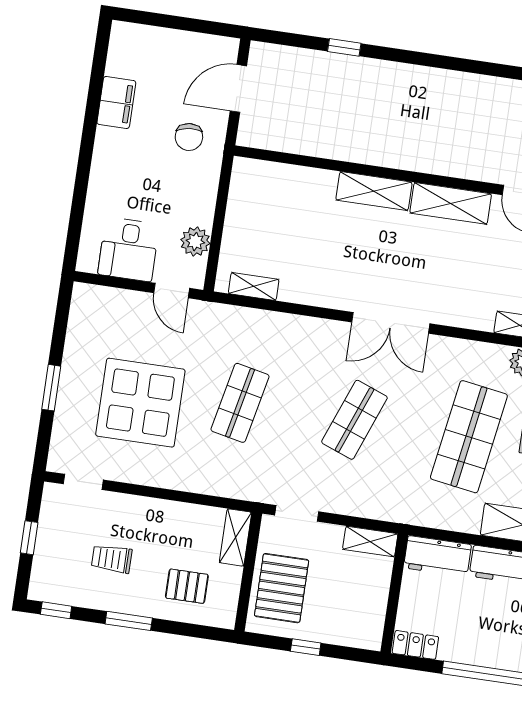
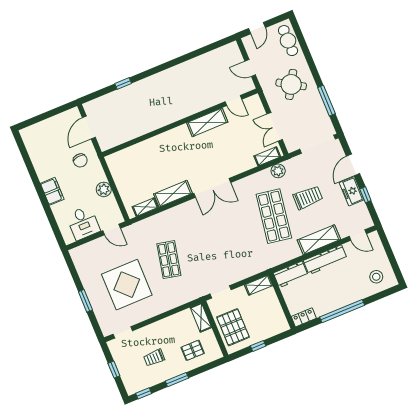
filing cabinet: (116, 103) -> (52, 191), moved
shelving: (374, 191) -> (173, 194), moved
plant: (195, 242) -> (104, 189), moved
shop shelf: (354, 420) -> (221, 238), removed

